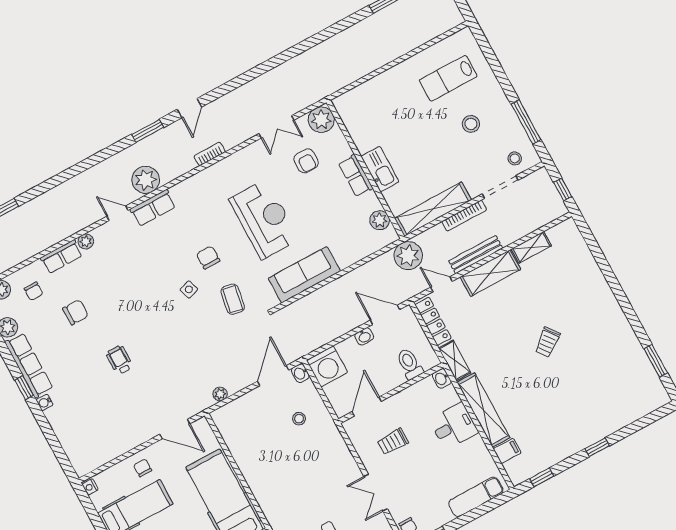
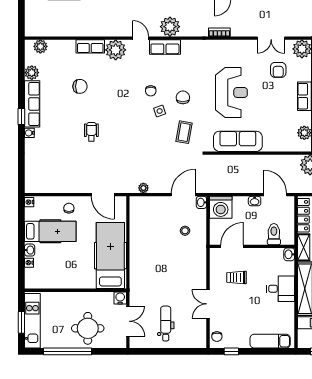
plant: (86, 241) -> (116, 50), width x1.87, depth x1.87
chair: (34, 291) -> (151, 91), moved

